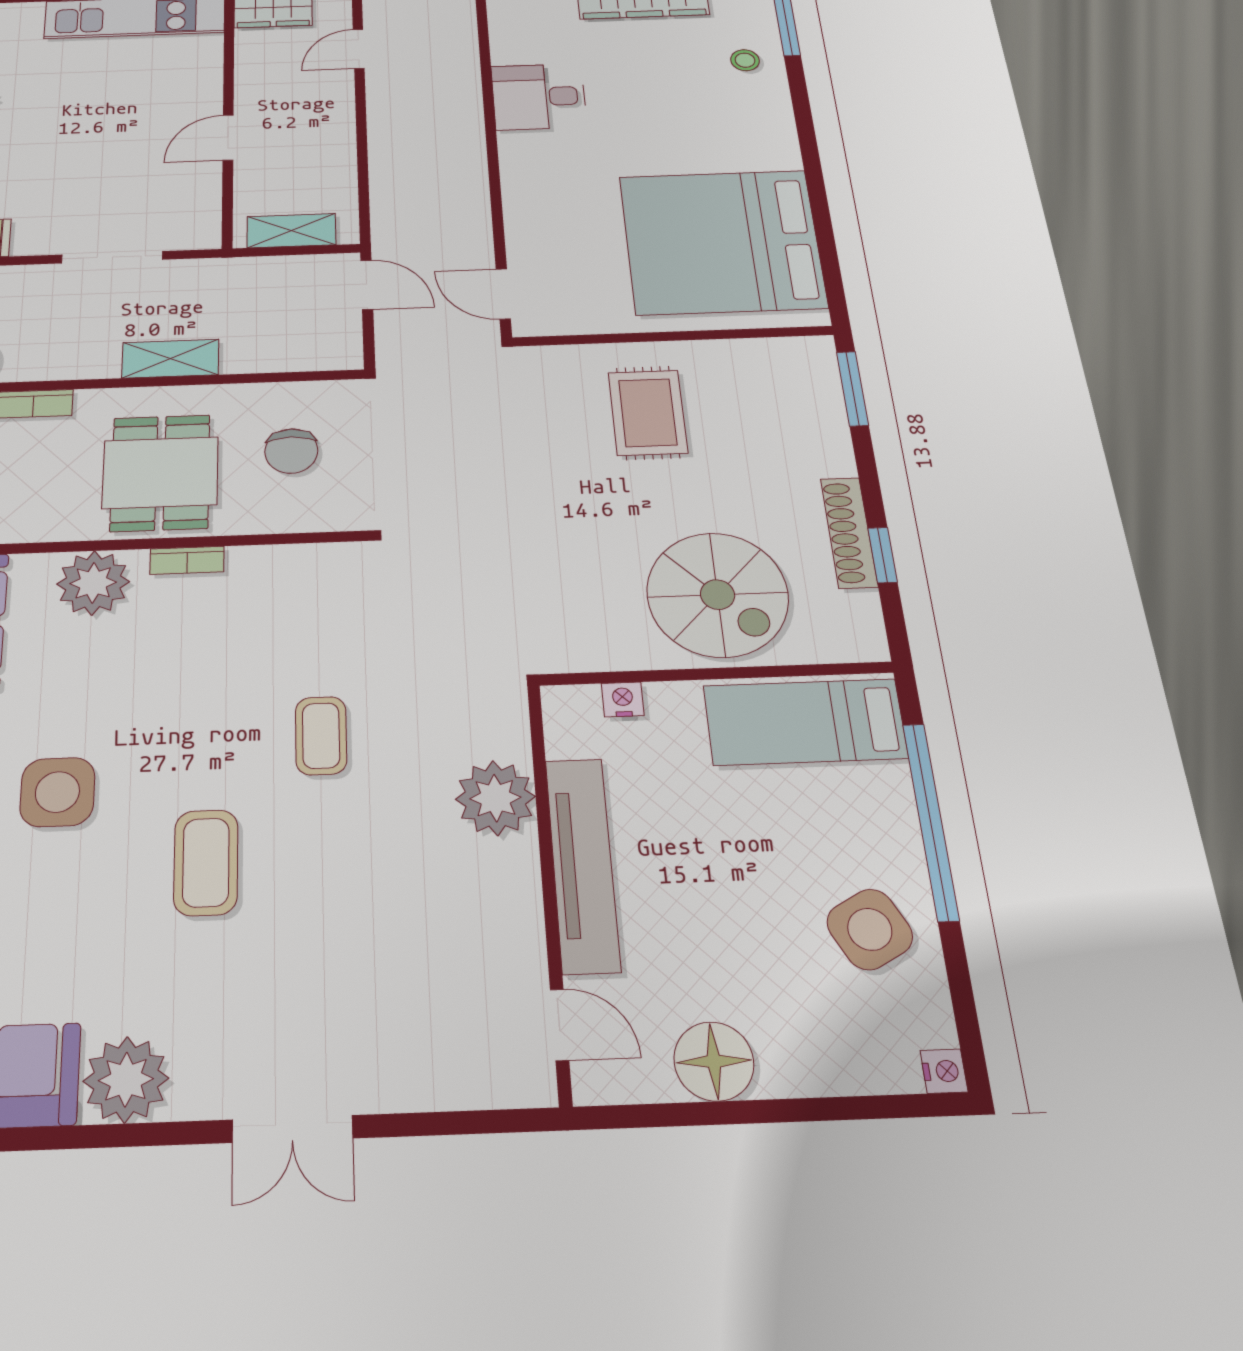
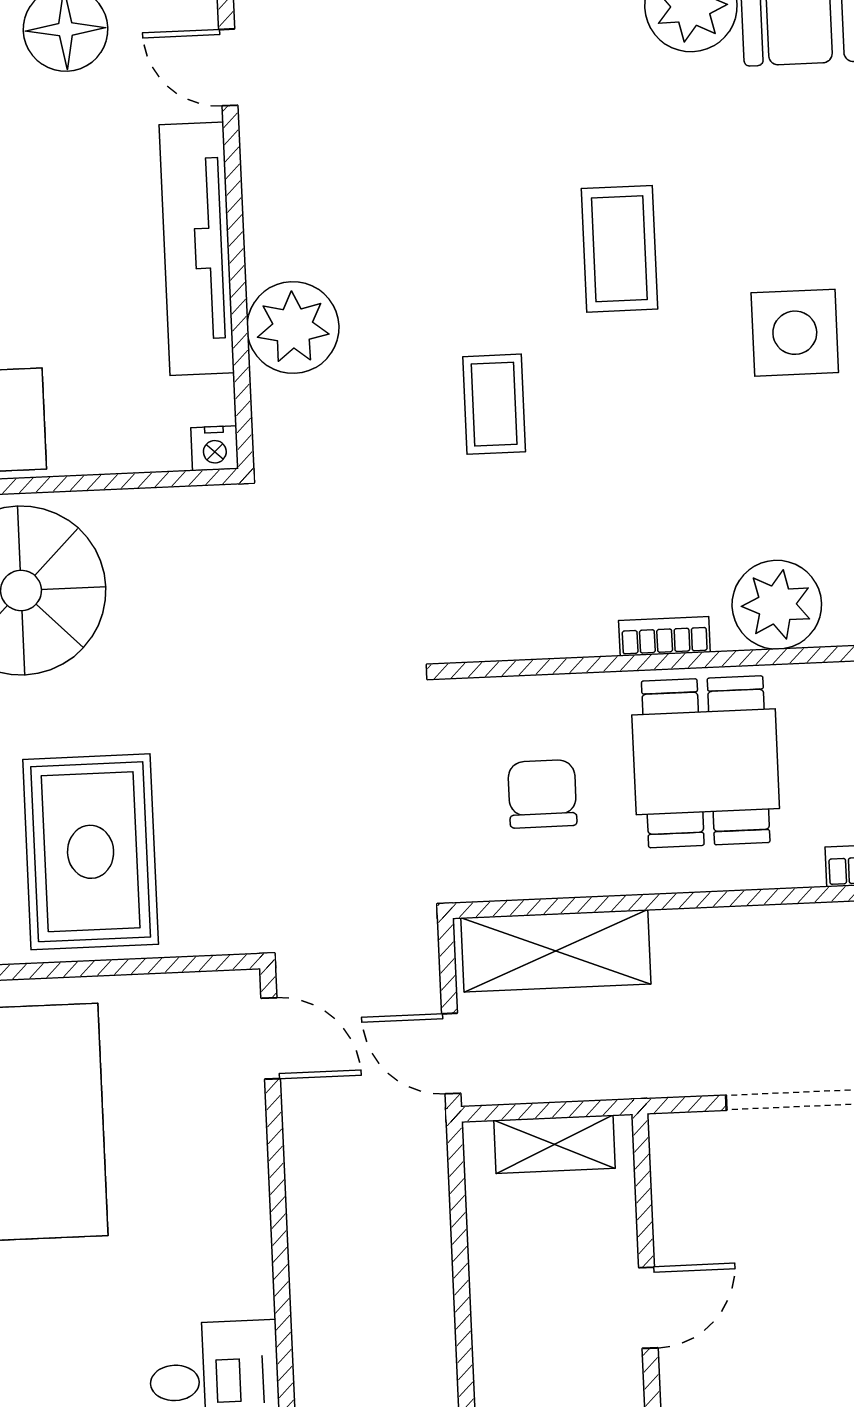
shelving: (170, 359) -> (556, 951), moved, width x1.50, depth x1.33
rug: (648, 413) -> (91, 852), width x1.36, depth x1.43
nightstand: (623, 699) -> (215, 448), moved

